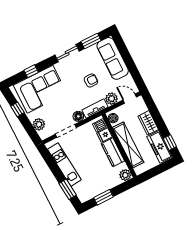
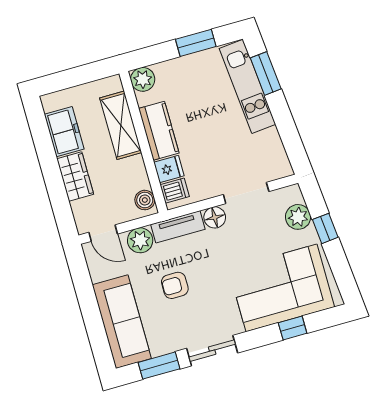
window: (17, 109) -> (325, 228), moved
window: (170, 143) -> (39, 128), removed
shelving: (128, 145) -> (121, 125), width x0.68
freezer: (160, 147) -> (64, 132), width x0.71
kitchen unit: (64, 165) -> (247, 86), moved

